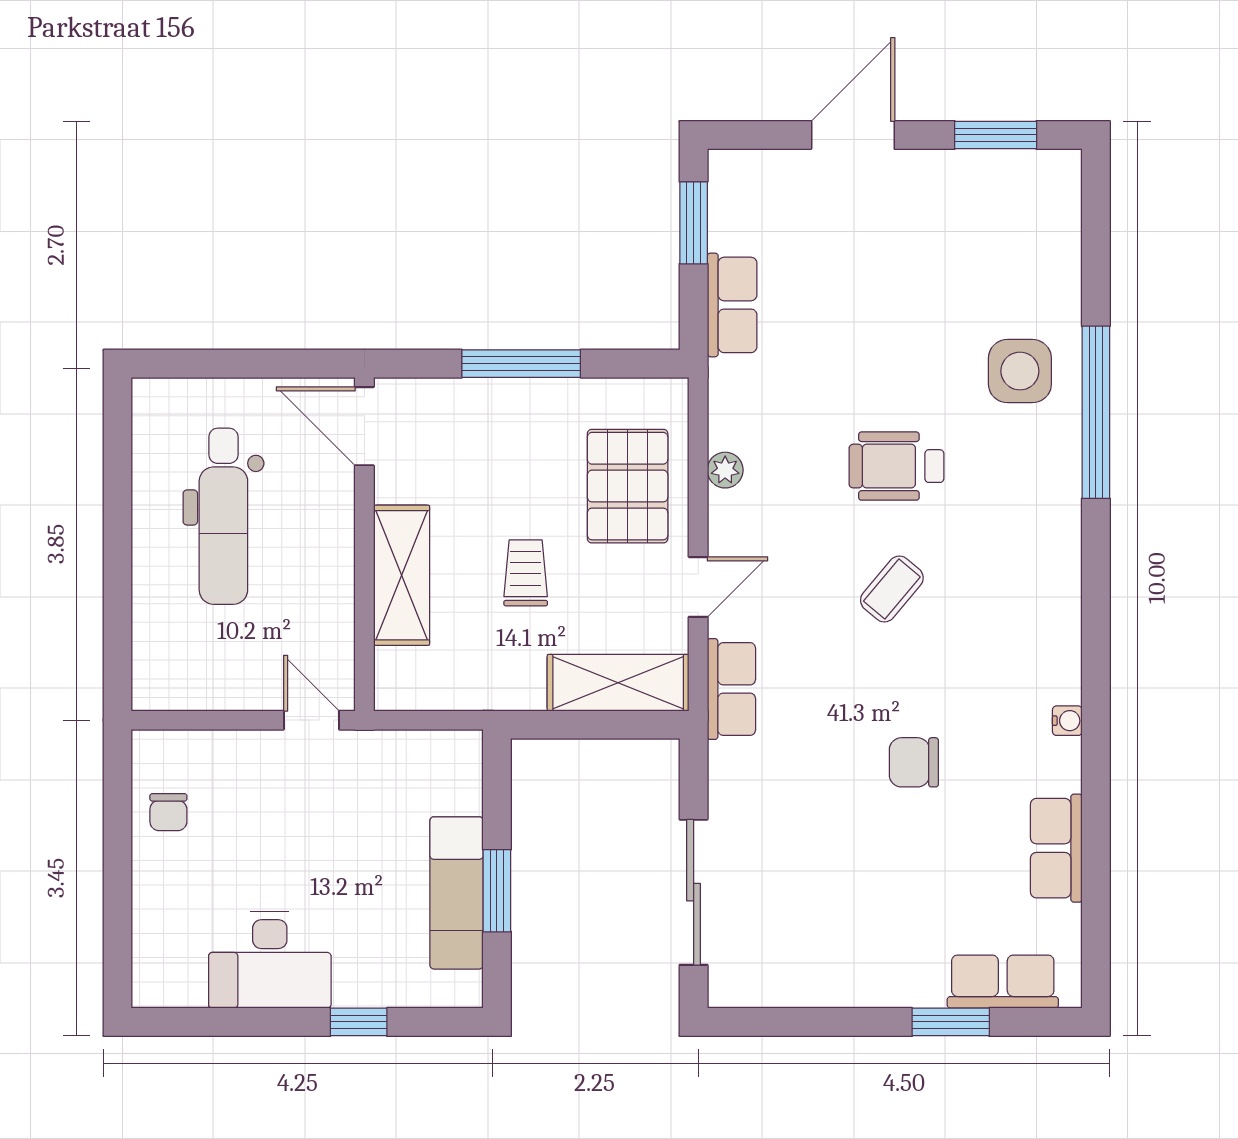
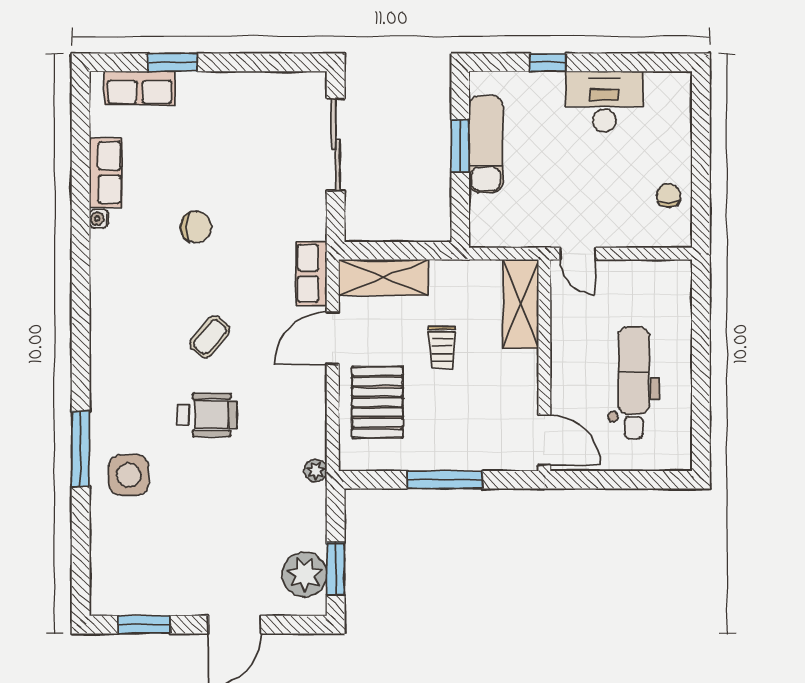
plant: (742, 214) -> (305, 574), added
row of seats: (732, 305) -> (311, 517), removed
window: (1096, 412) -> (81, 449), width x0.68
plant: (725, 470) -> (316, 470), moved
shelving: (402, 575) -> (521, 304), moved
door: (698, 587) -> (333, 338), width x1.37
water cooler: (1067, 721) -> (99, 219), moved

